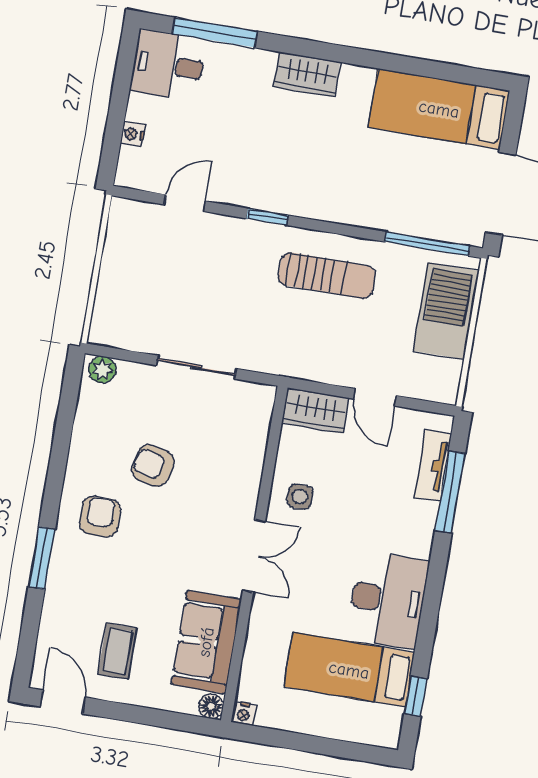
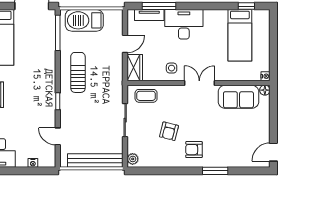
bench: (113, 281) -> (95, 161), added
desk: (388, 600) -> (184, 24), moved
coffee table: (118, 651) -> (146, 96), moved

